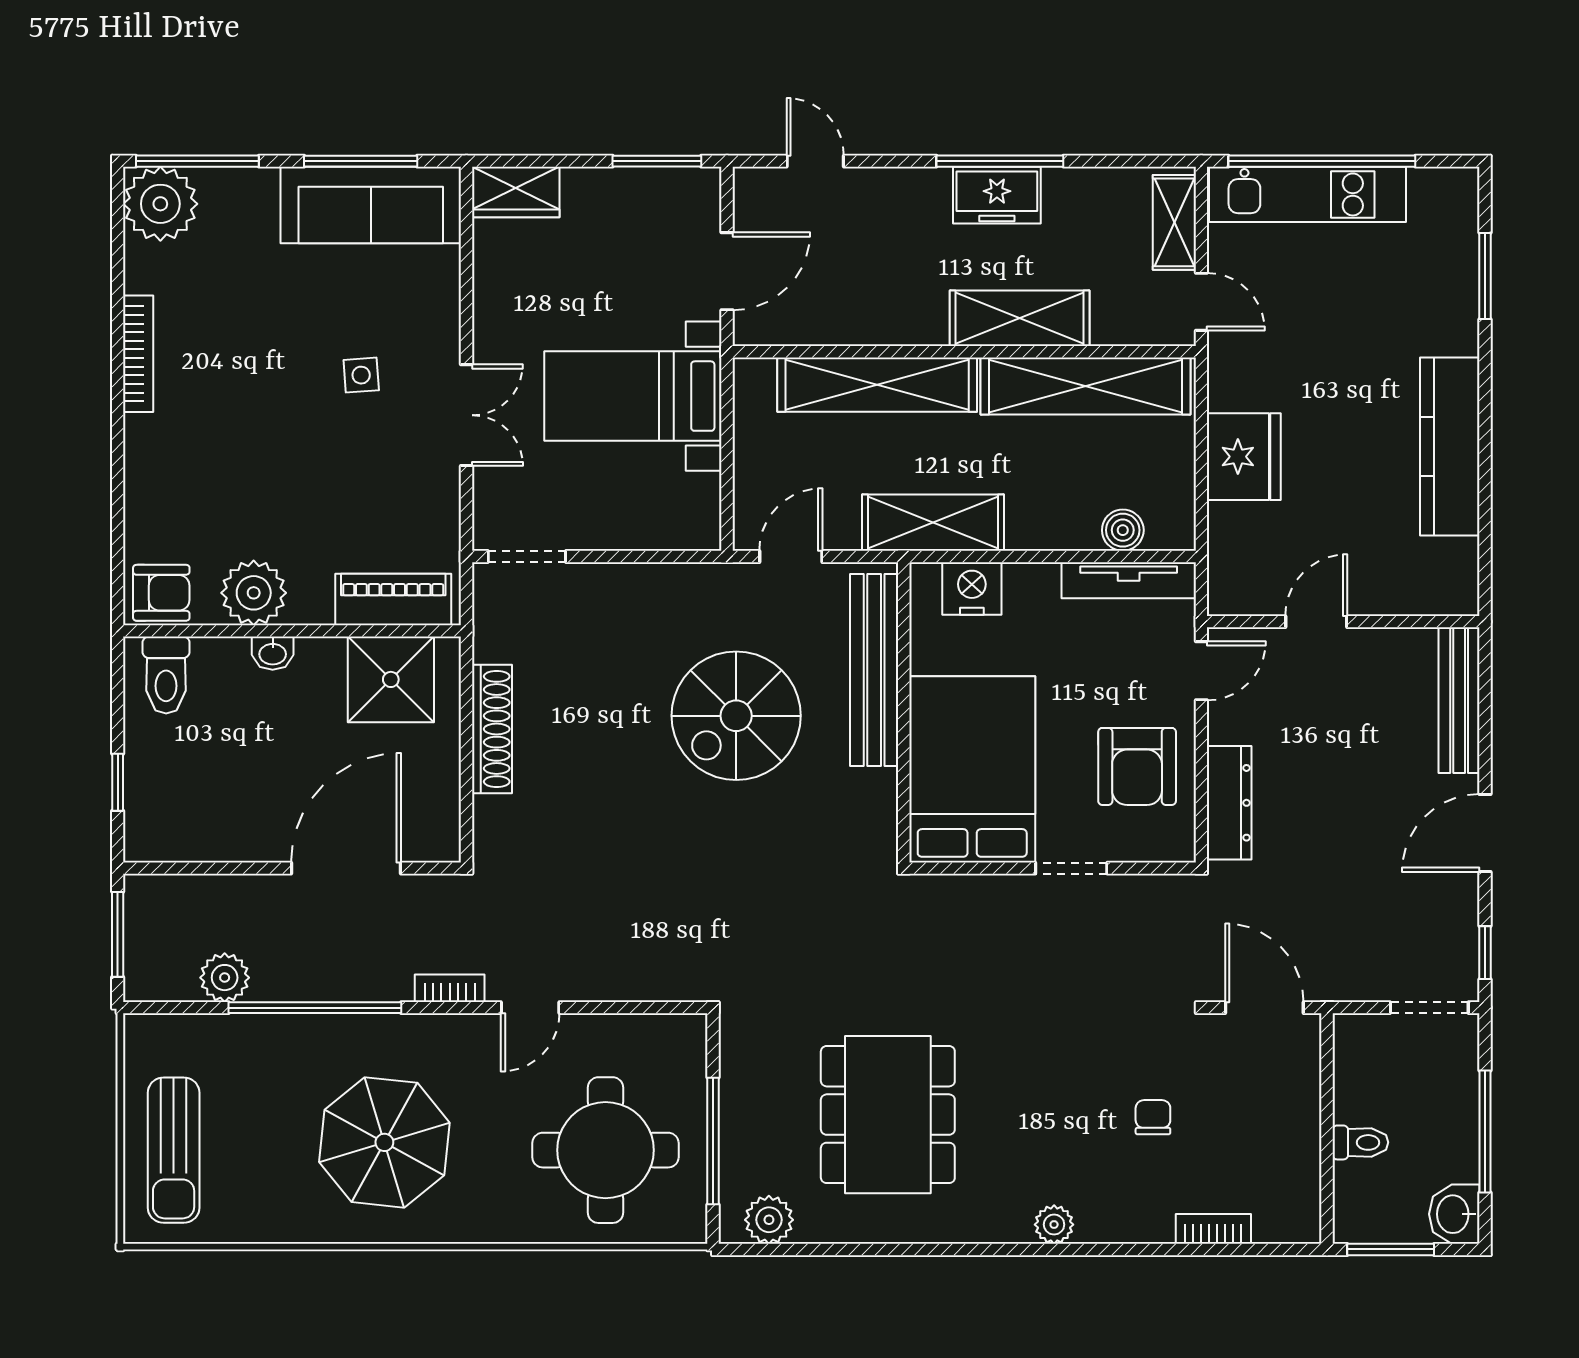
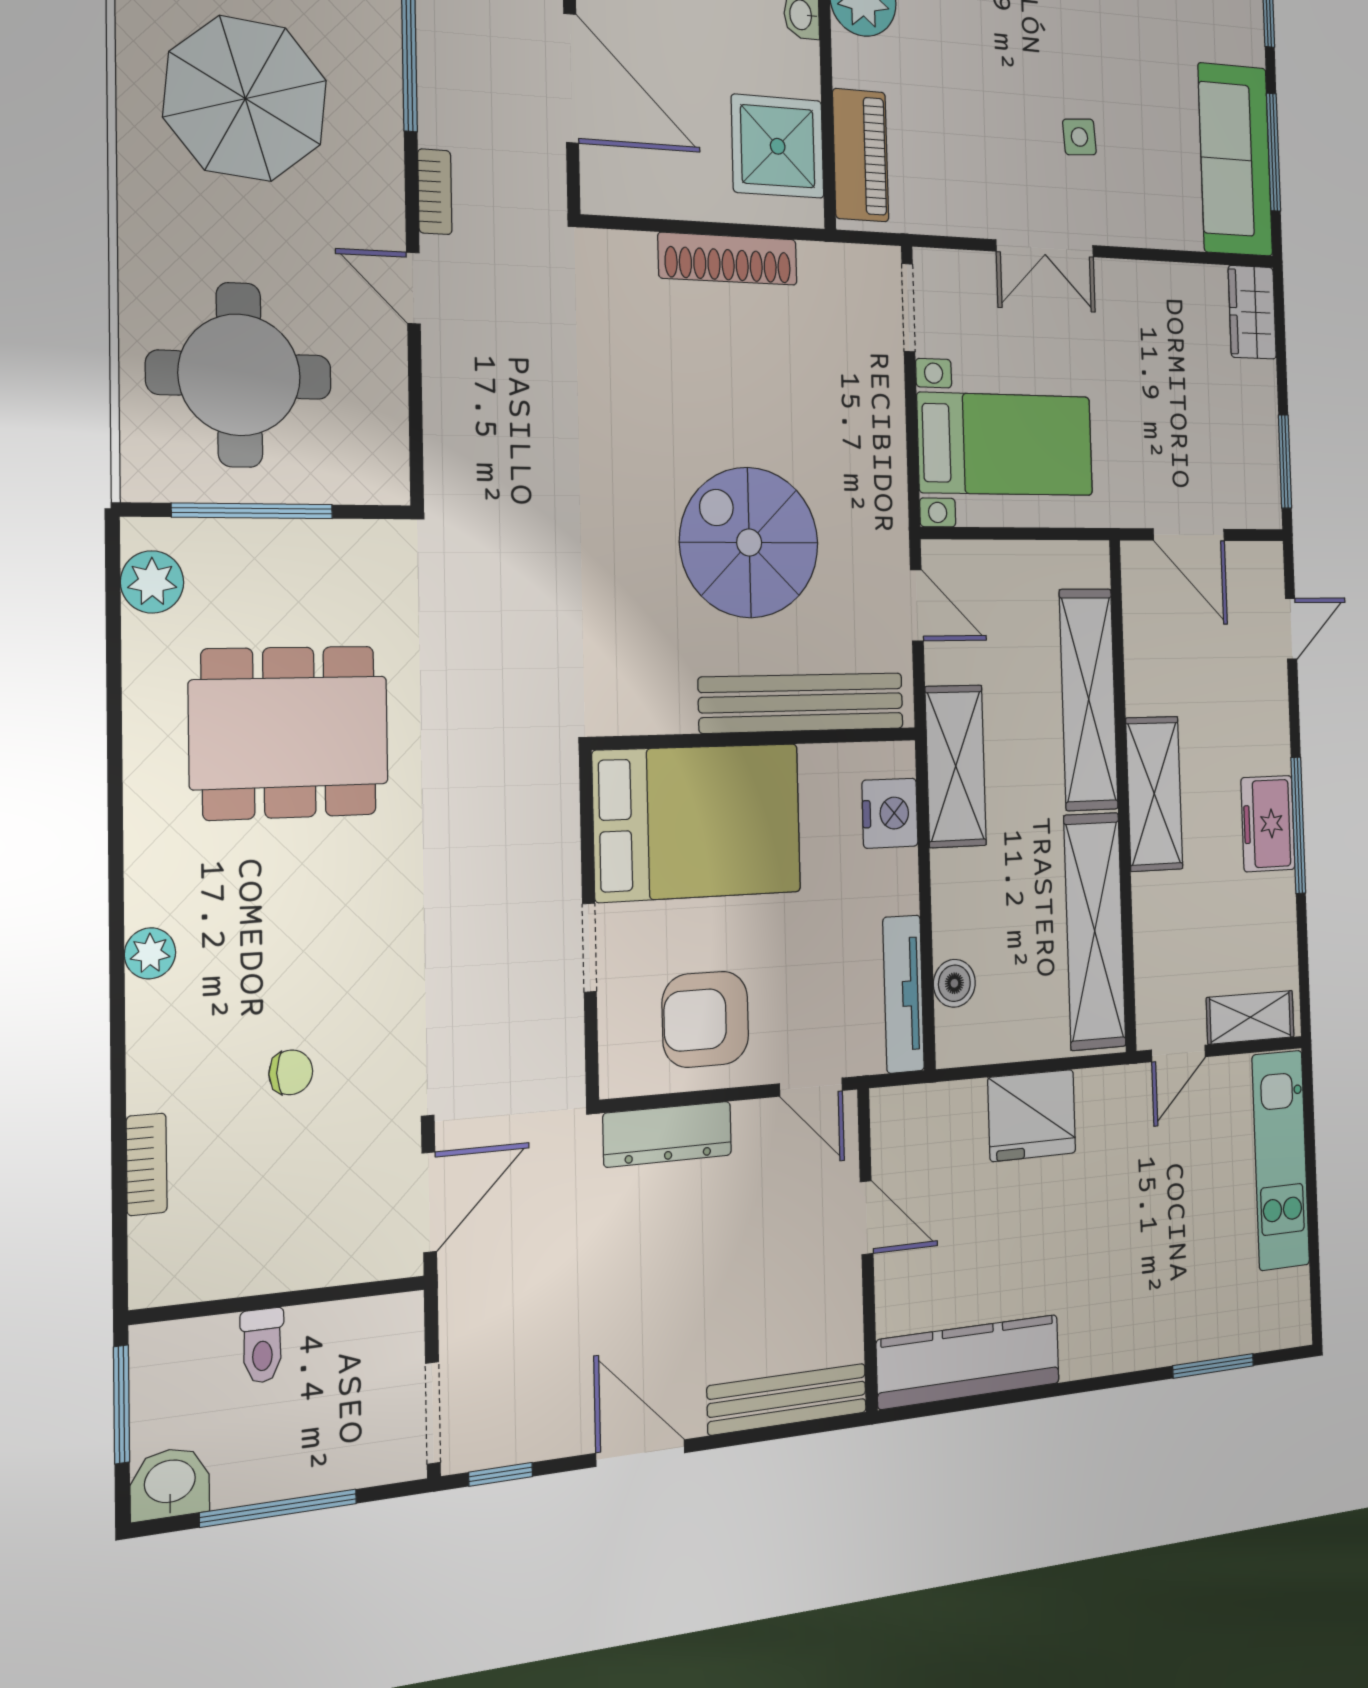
window: (1322, 161) -> (1311, 1172), removed
shelving: (1020, 318) -> (1154, 794), moved
bed with nightstands: (633, 396) -> (1006, 444), moved, turned 90
kitchen counter: (1450, 447) -> (969, 1362), moved

